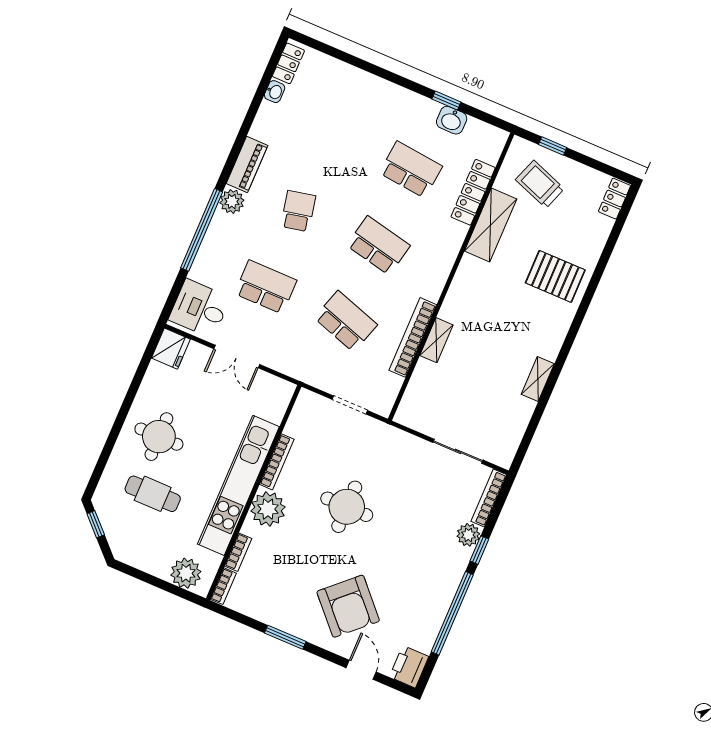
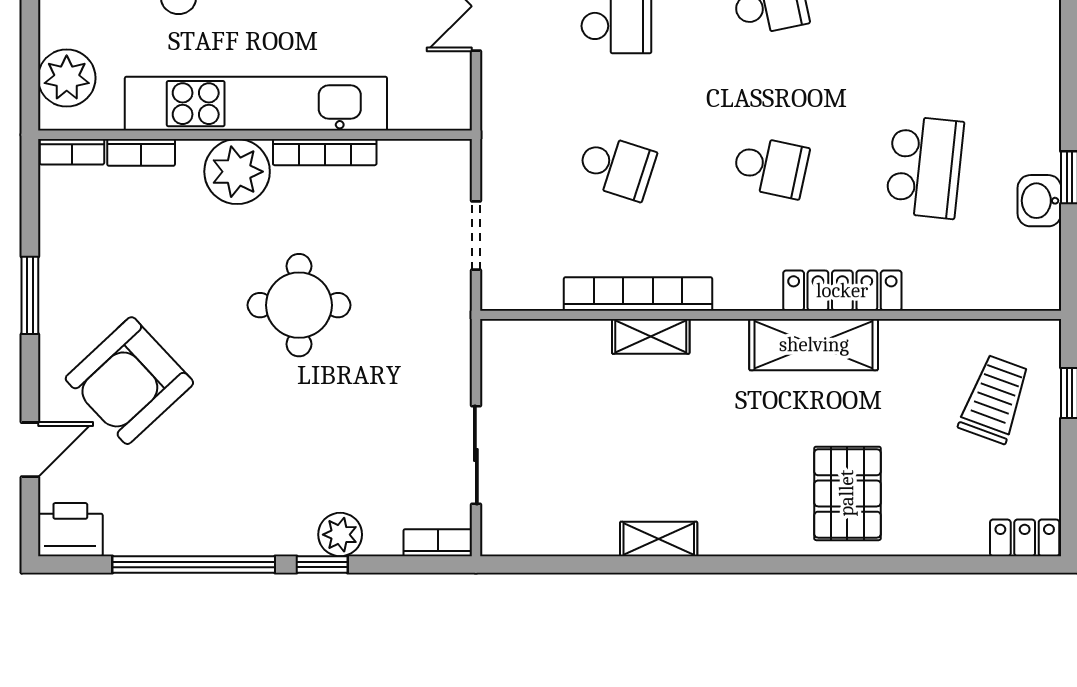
locker: (473, 192) -> (842, 291), moved
shelving: (491, 225) -> (814, 345), moved
school desk: (378, 245) -> (771, 167), width x0.54
school desk: (346, 321) -> (616, 167), width x0.54
bookcase: (489, 498) -> (438, 543), width x0.64

